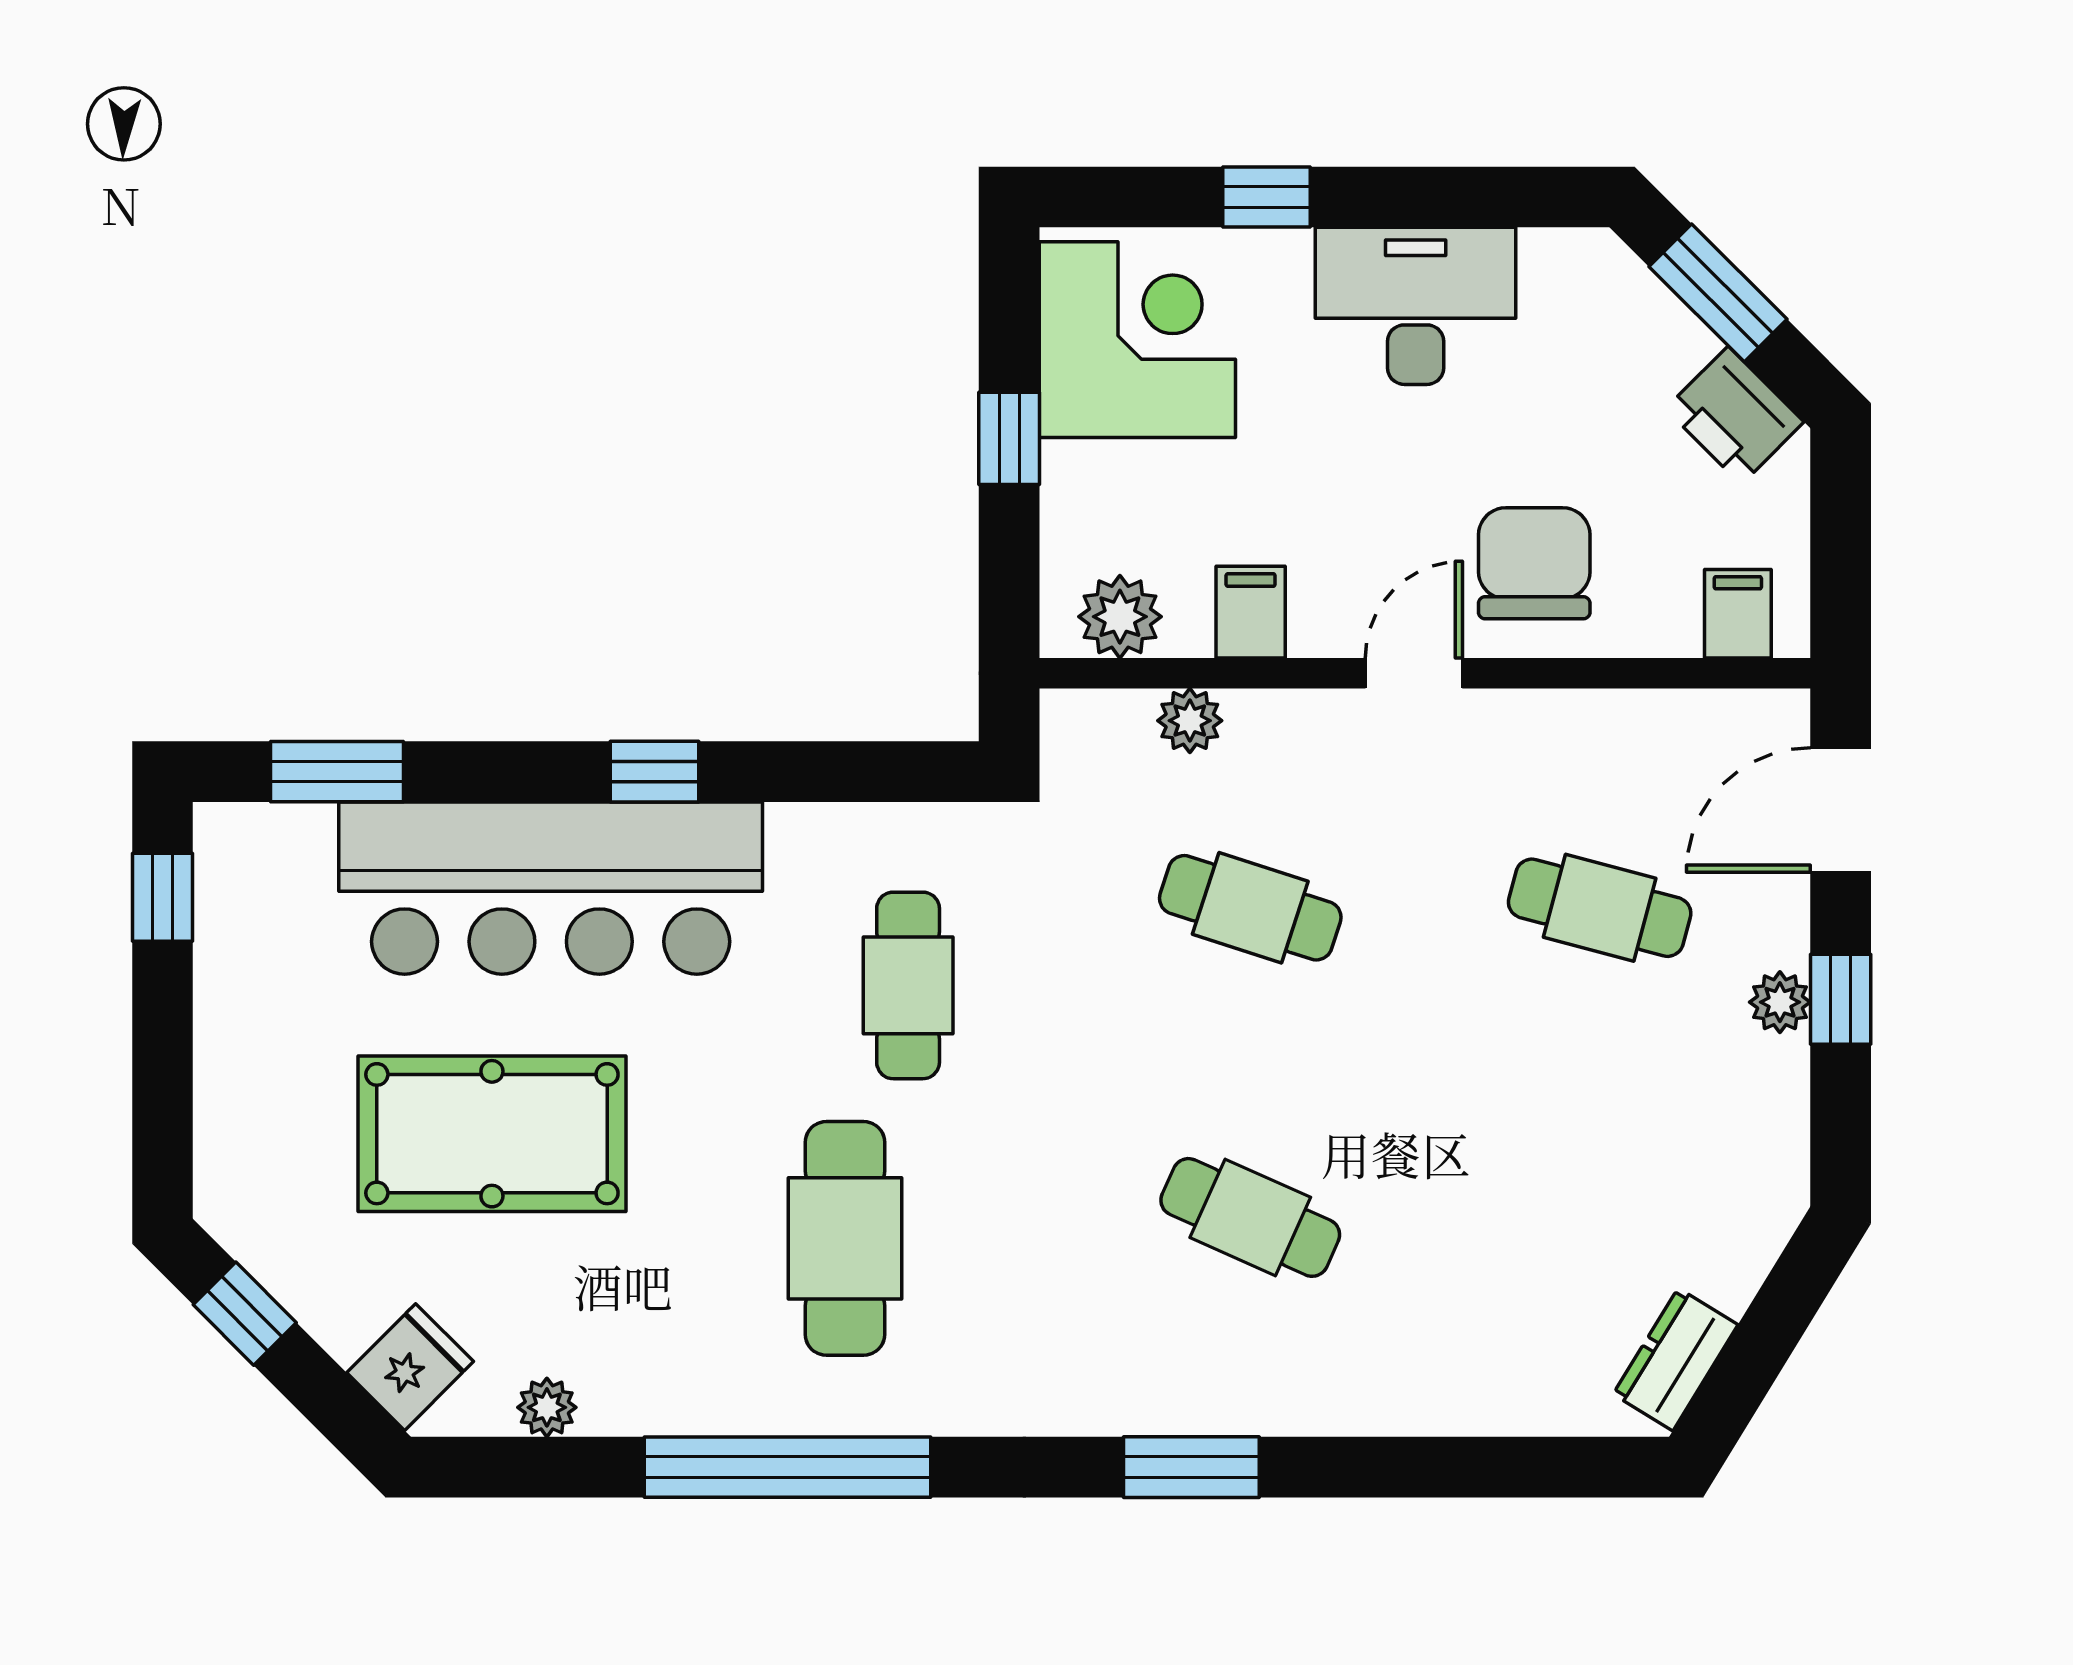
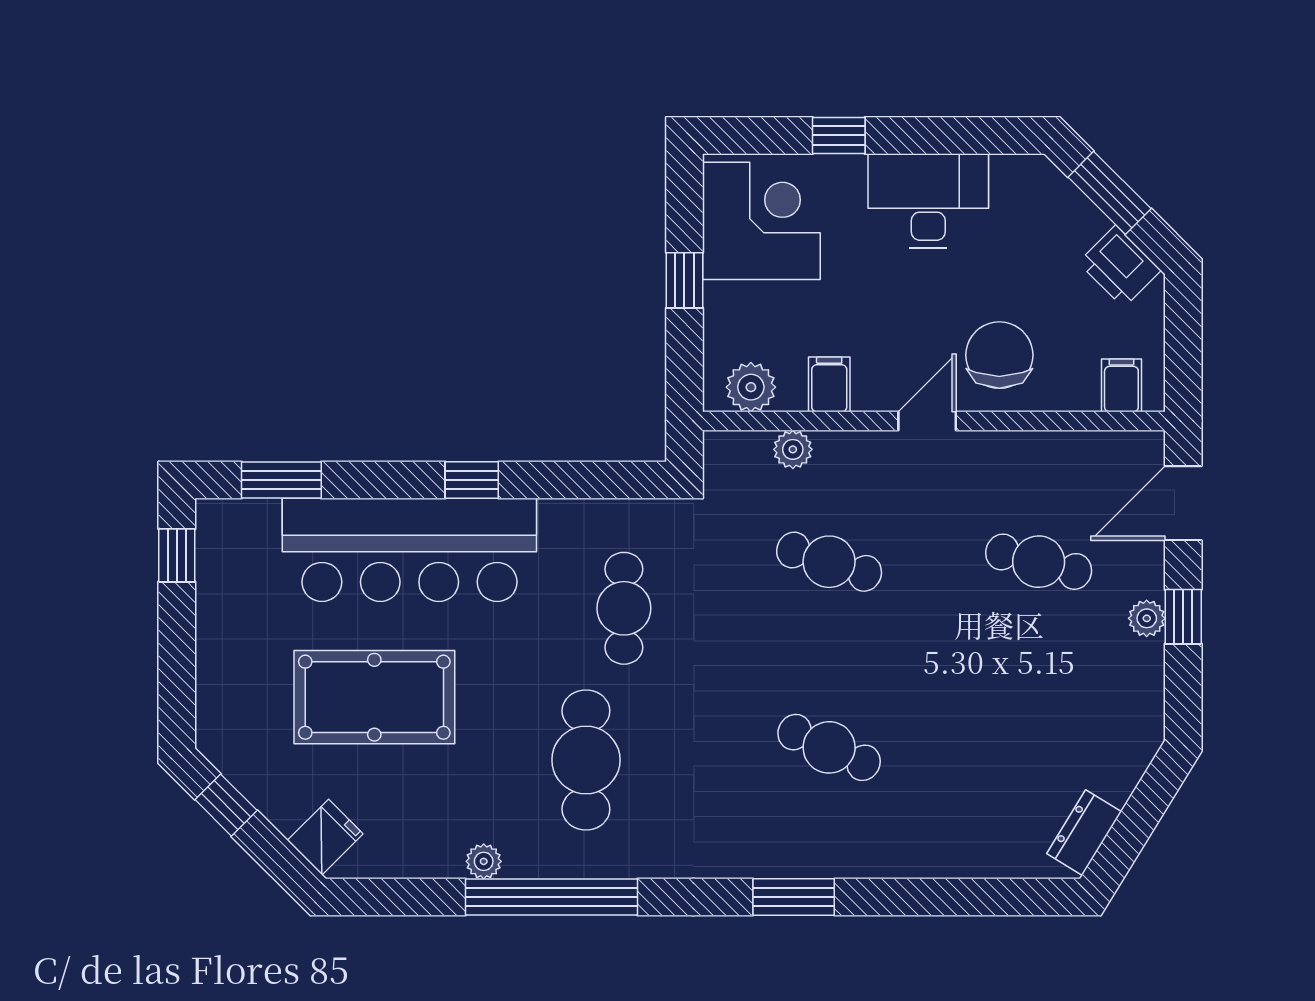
plant: (547, 1407) -> (484, 861), moved

